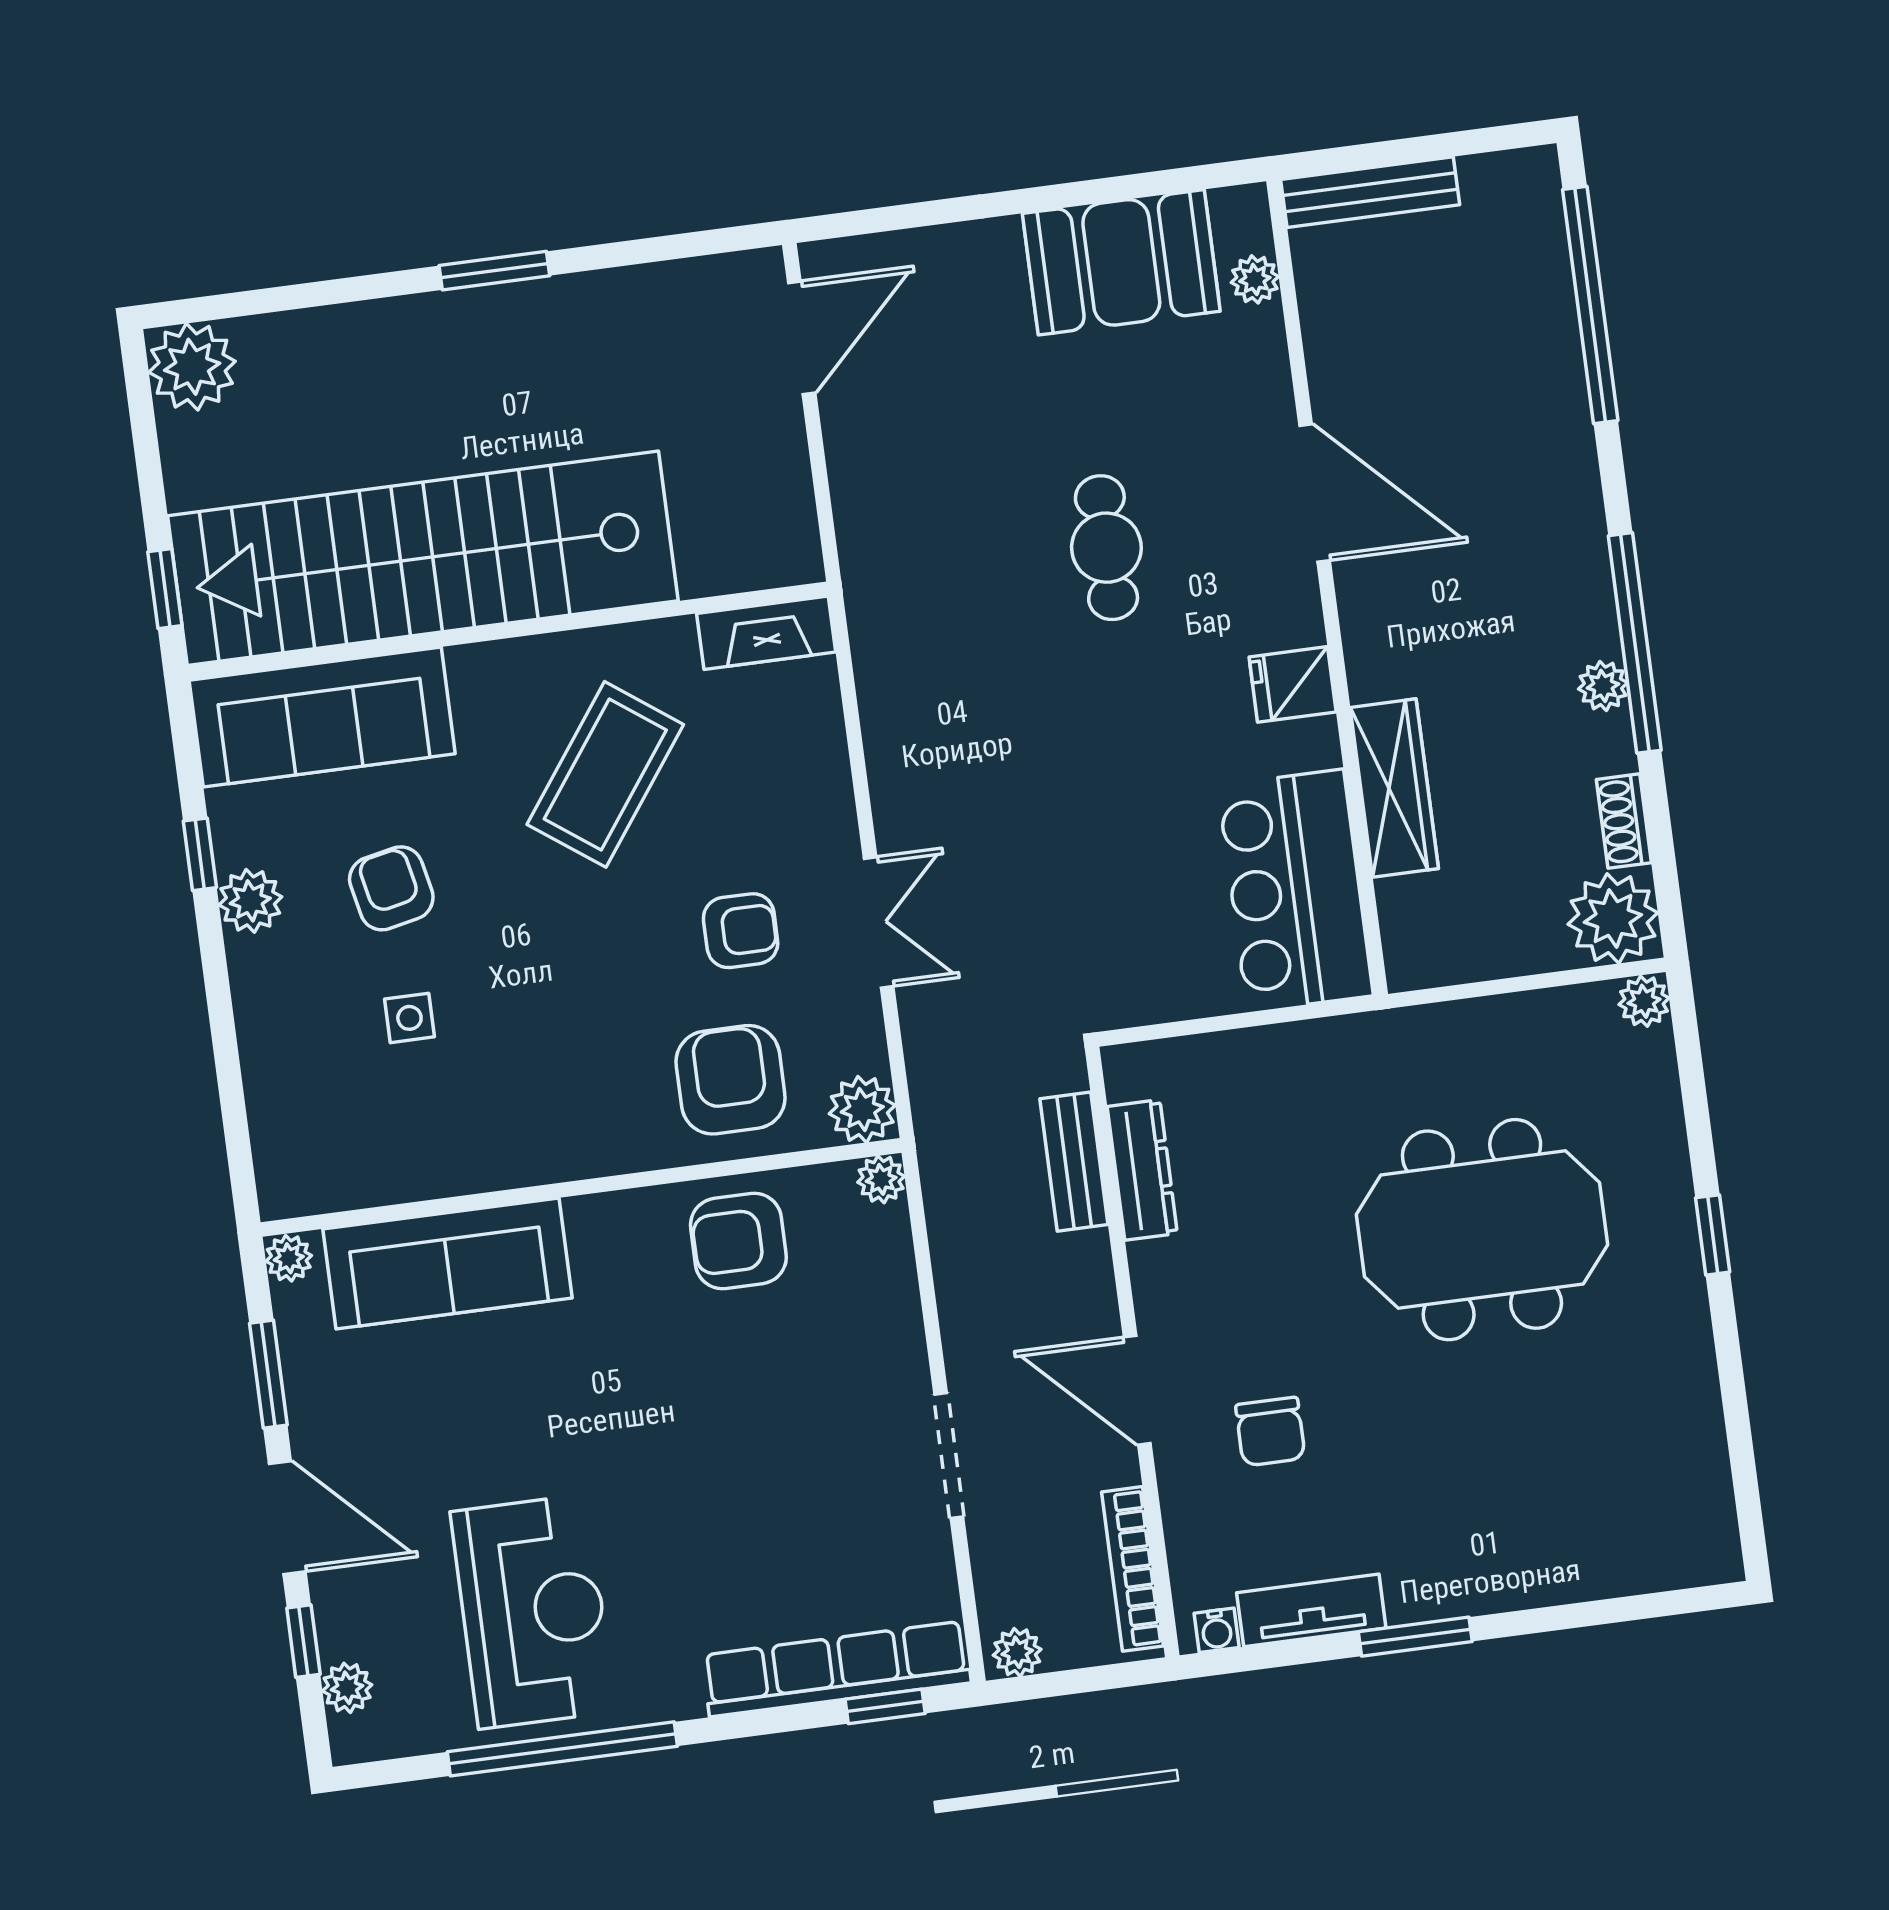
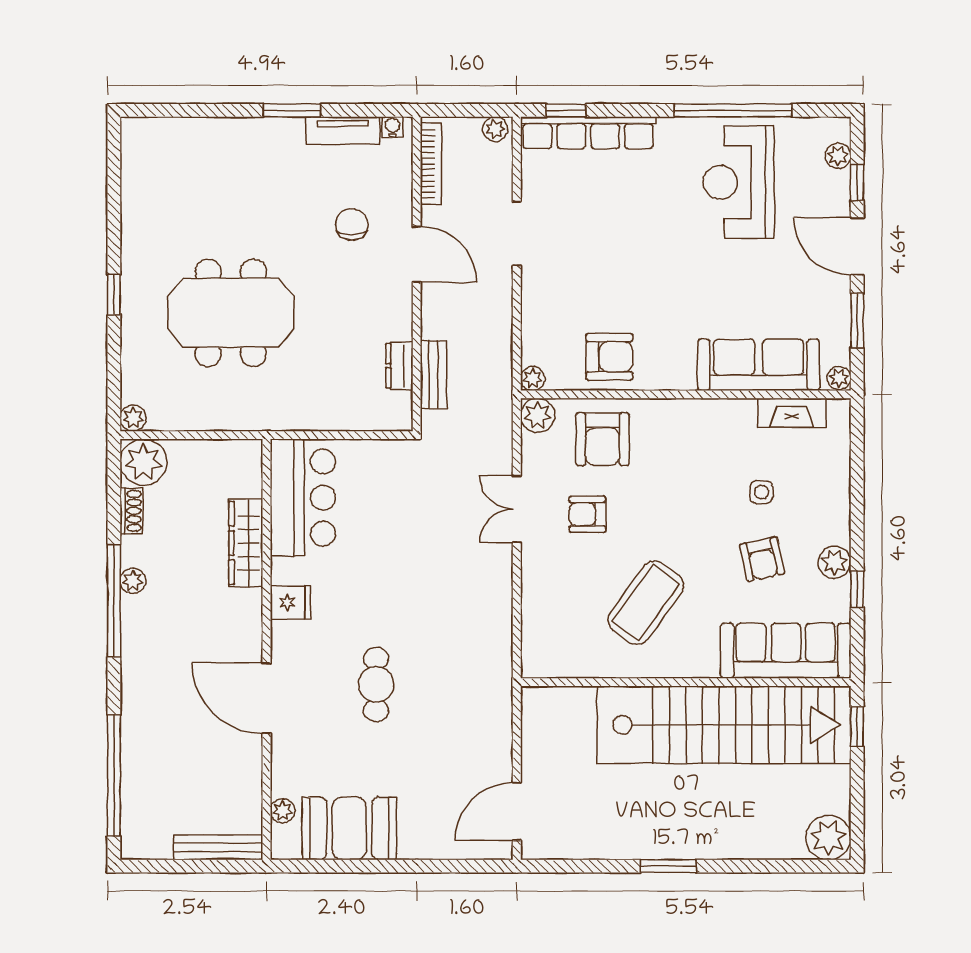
fireplace: (766, 633) -> (792, 413), moved, turned 180
dresser: (1142, 1170) -> (399, 366), width x0.70

